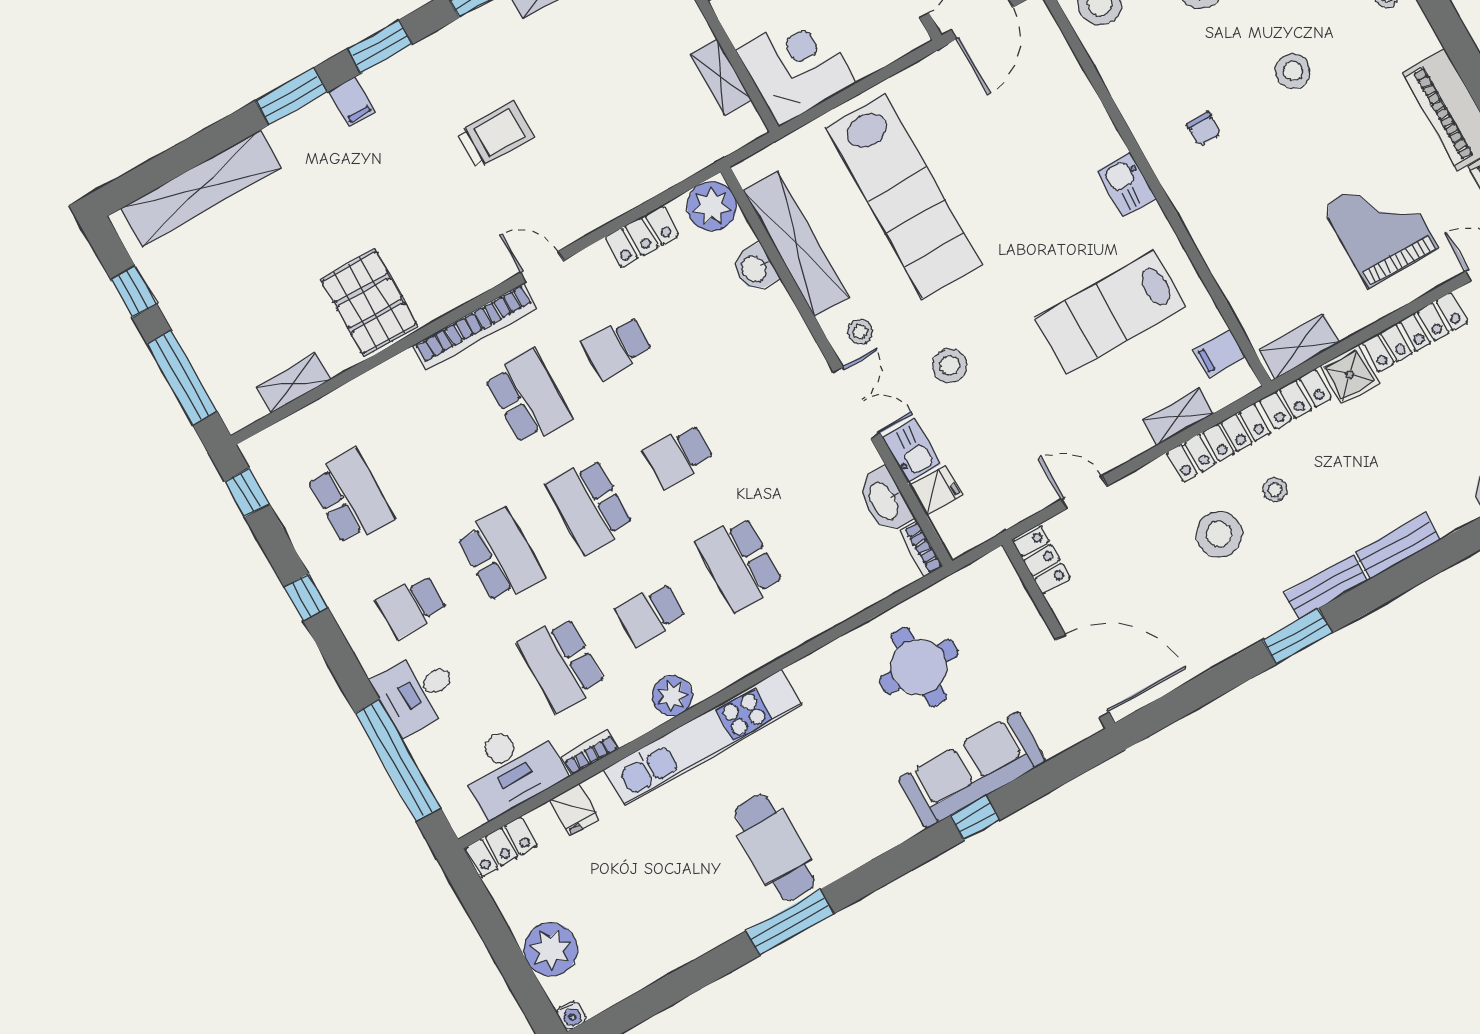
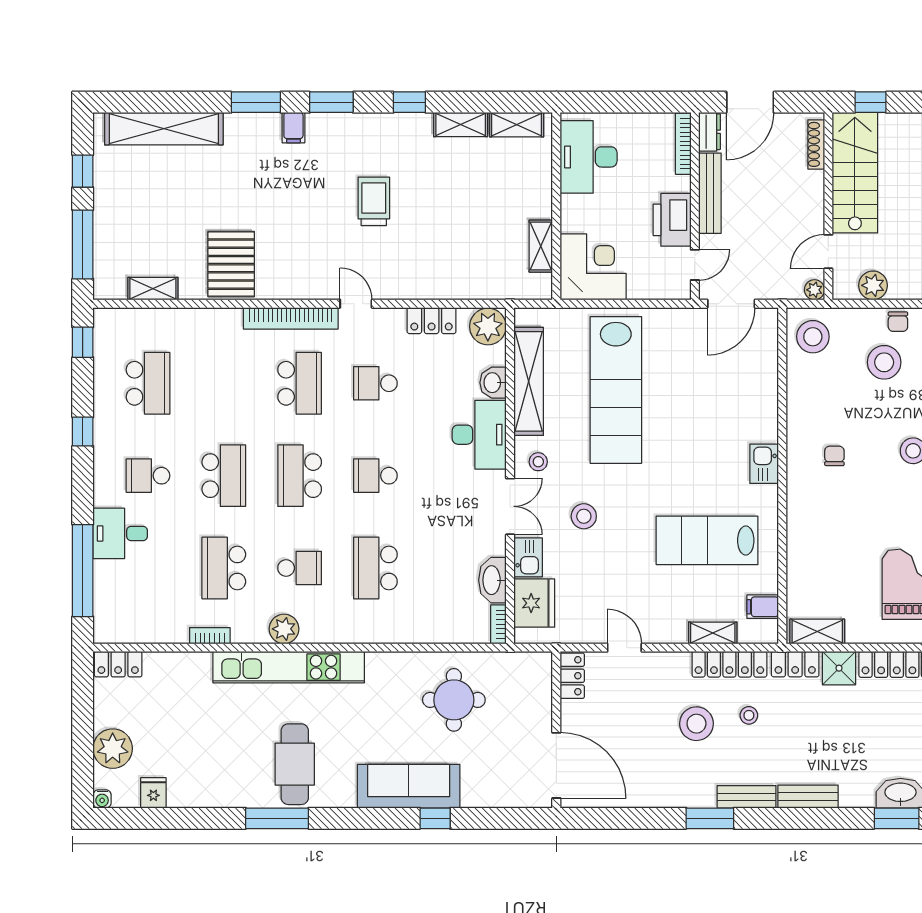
chair: (1204, 129) -> (834, 456), turned 180
trolley: (495, 135) -> (374, 201), turned -90
fridge: (936, 490) -> (534, 603), width x1.88, depth x1.34
school desk: (651, 614) -> (300, 568), turned 180
desk: (511, 768) -> (479, 435), moved, turned -90
sofa: (972, 770) -> (409, 786), moved
fridge: (574, 809) -> (153, 793), moved, turned 180

